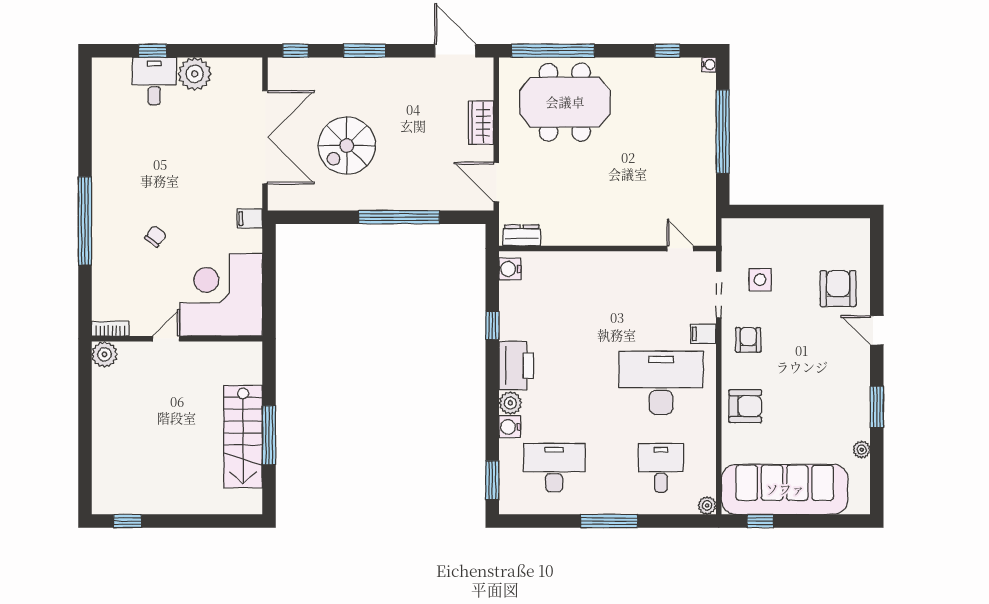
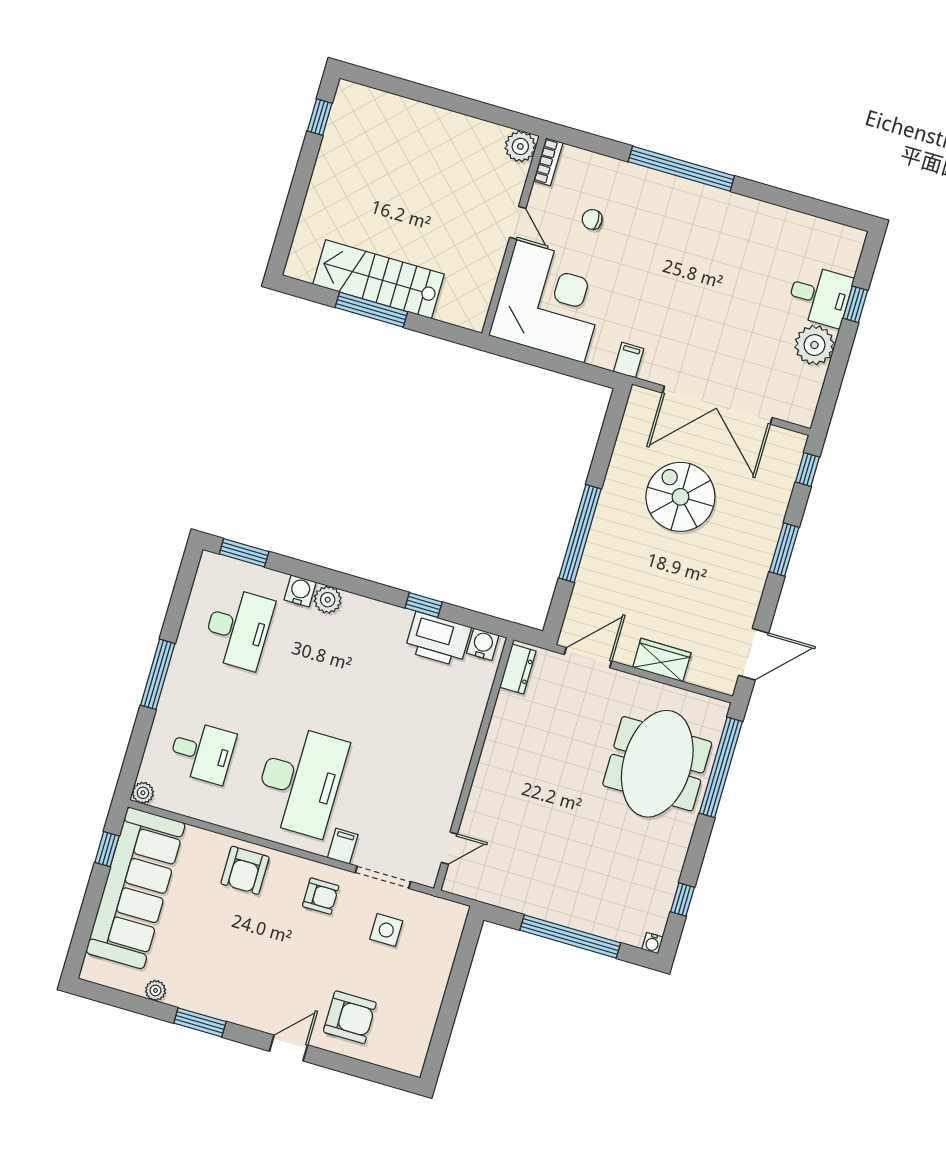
chair: (155, 236) -> (592, 219), moved, turned 143
printer: (516, 366) -> (438, 639), moved

